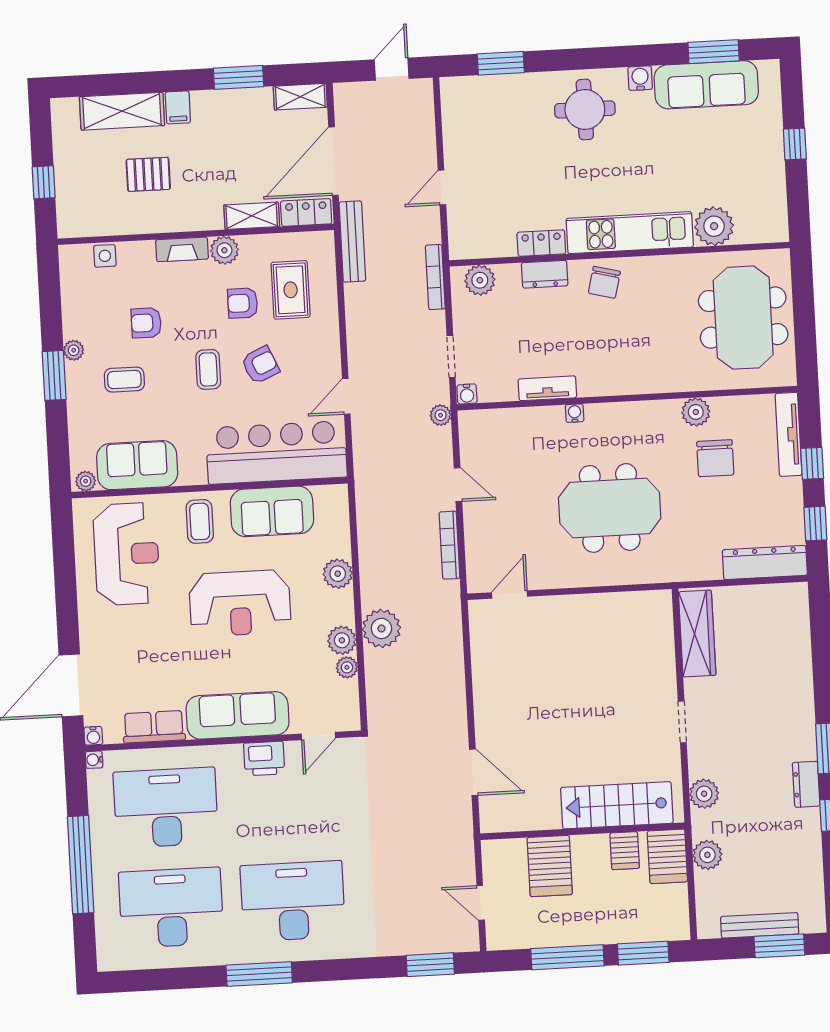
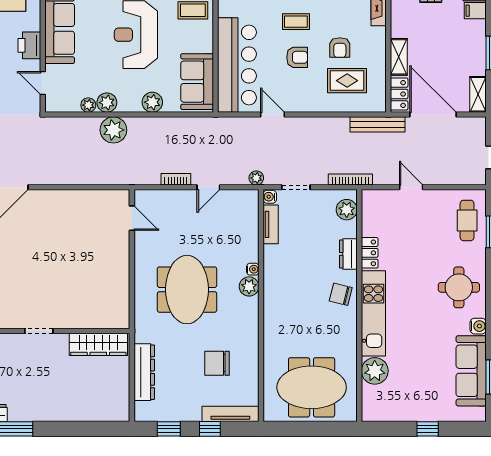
cafe table: (486, 103) -> (467, 220), added
plant: (224, 250) -> (376, 37), removed
armchair: (243, 303) -> (340, 48), turned 180
armchair: (260, 365) -> (297, 57), turned -66
tv unit: (547, 388) -> (271, 224), moved
plant: (696, 412) -> (249, 286), moved
sofa: (272, 511) -> (197, 82), moved
bookcase: (449, 545) -> (176, 179), width x0.64
dresser: (765, 562) -> (144, 372), moved

